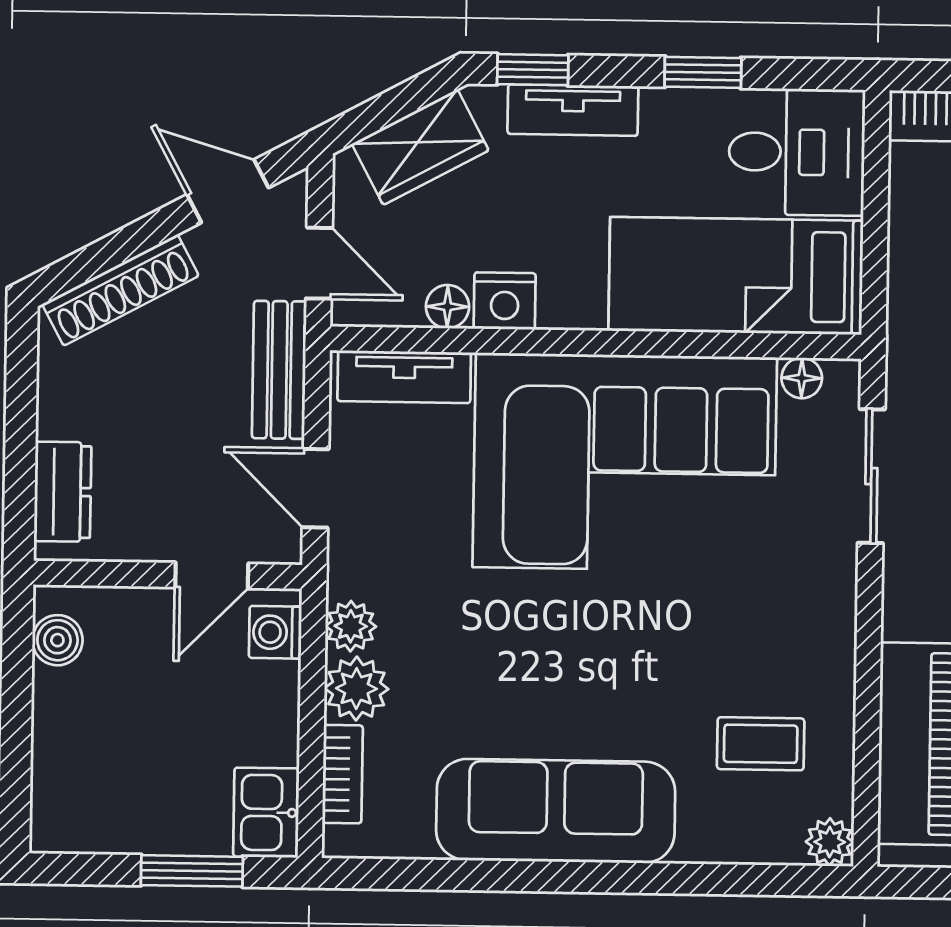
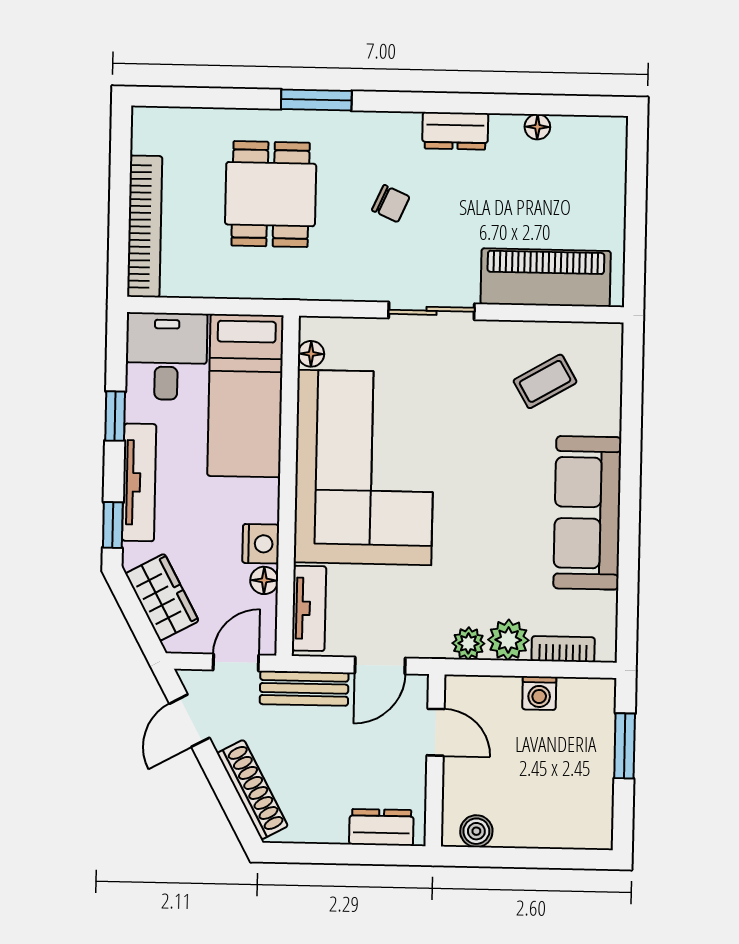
tv unit: (573, 110) -> (139, 482), width x1.41
sliding door: (871, 476) -> (432, 311), moved
washing machine: (275, 632) -> (539, 693), moved
coffee table: (761, 744) -> (545, 381), turned 60
kitchen sink: (266, 813) -> (587, 698), removed
plant: (830, 842) -> (608, 338), removed

